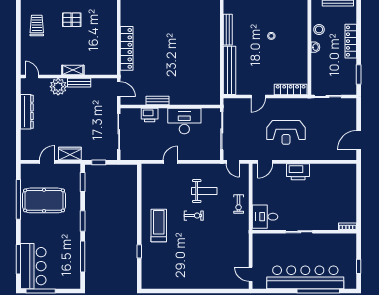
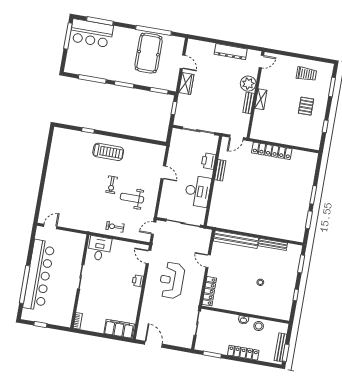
printer: (298, 172) -> (138, 281), width x0.53, depth x0.68
filing cabinet: (348, 180) -> (119, 329), added
weight bench: (204, 191) -> (132, 198), turned 90

